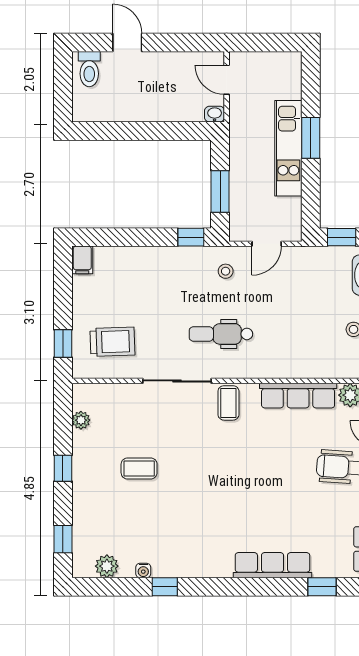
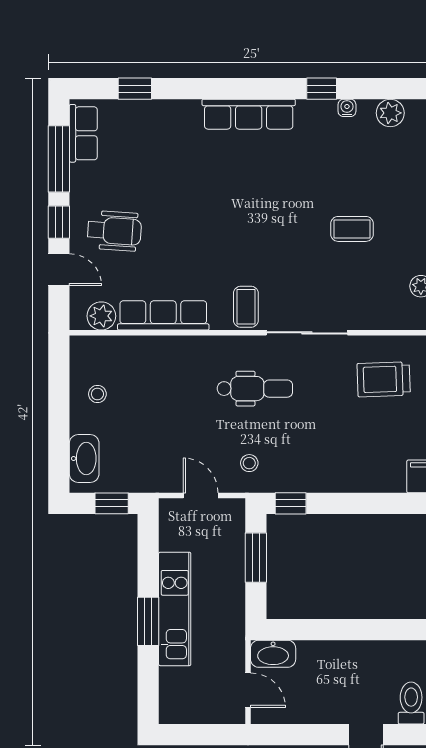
washbasin: (215, 114) -> (273, 654), width x1.91, depth x1.45
door: (267, 244) -> (201, 496), hinge flipped
row of seats: (272, 565) -> (249, 114), moved

